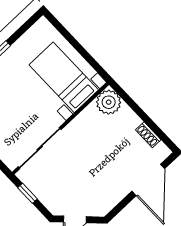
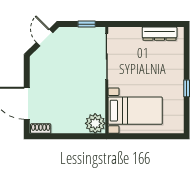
shoe rack: (148, 135) -> (41, 129), moved

